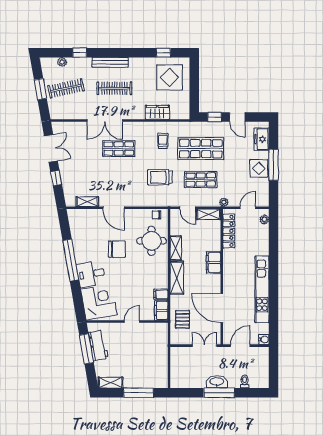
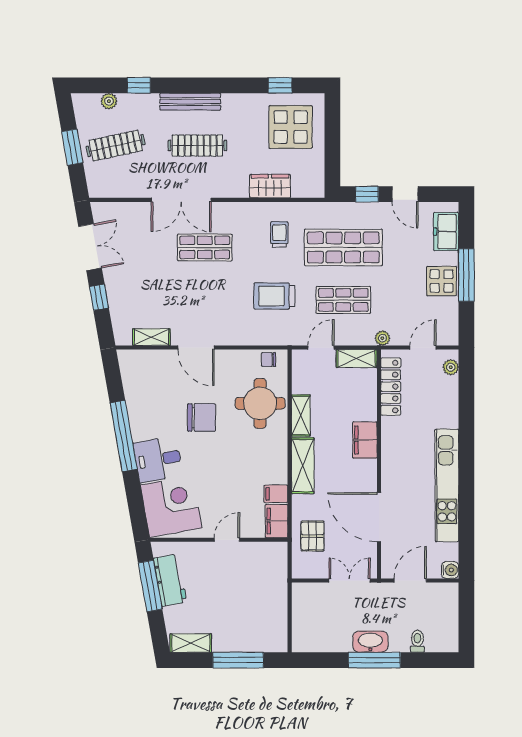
door: (188, 208) -> (321, 347), swing flipped

